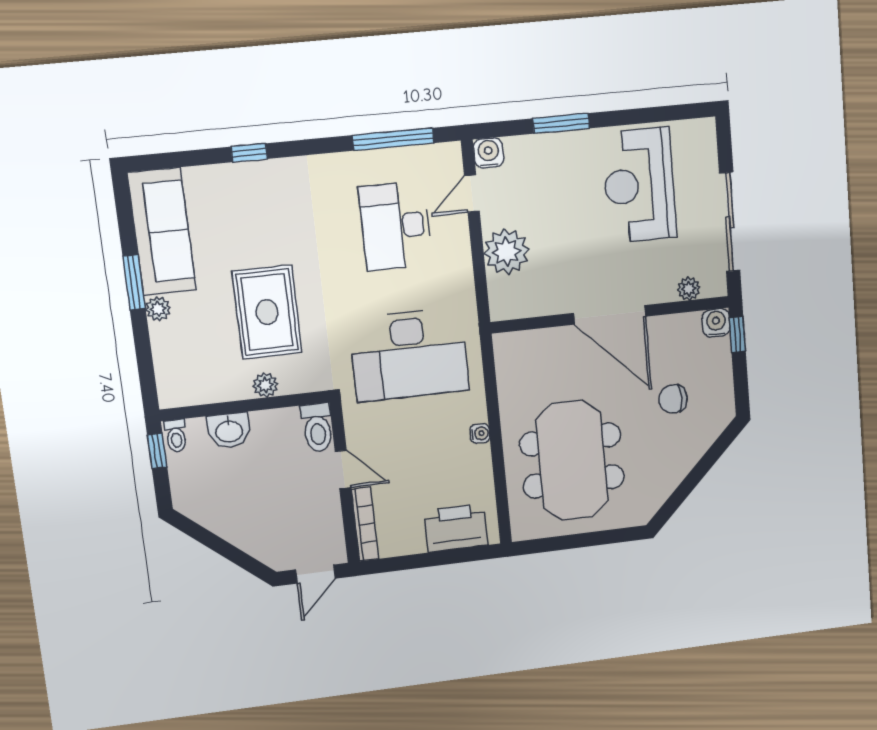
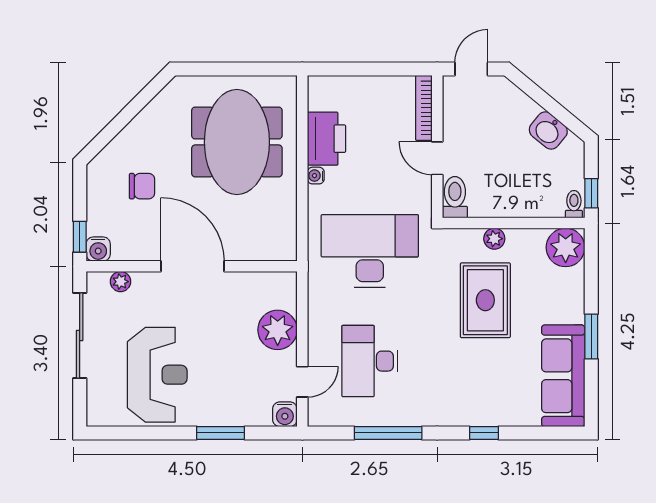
window: (393, 139) -> (388, 433), moved
desk: (395, 226) -> (370, 361), turned 180
plant: (158, 309) -> (566, 247), moved, width x1.87, depth x1.87
washbasin: (229, 431) -> (548, 130), moved, turned -140
printer: (456, 528) -> (326, 139), moved, turned -90

